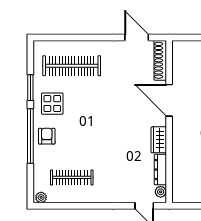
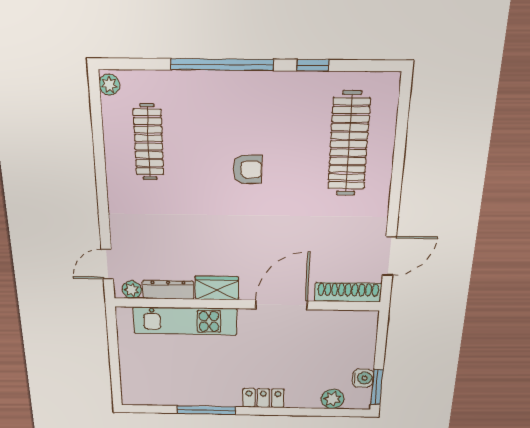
window: (30, 88) -> (313, 65), width x0.67
display table: (52, 104) -> (282, 107), removed
armchair: (47, 136) -> (247, 169), moved
kitchen unit: (181, 160) -> (185, 321), added

